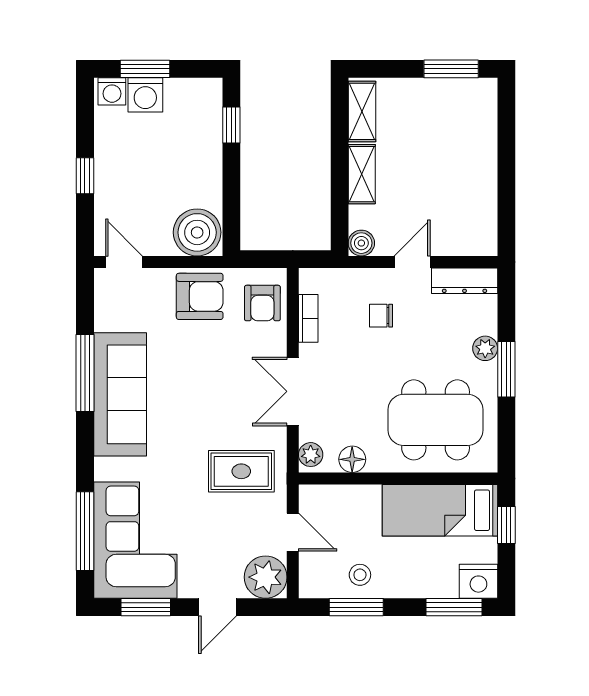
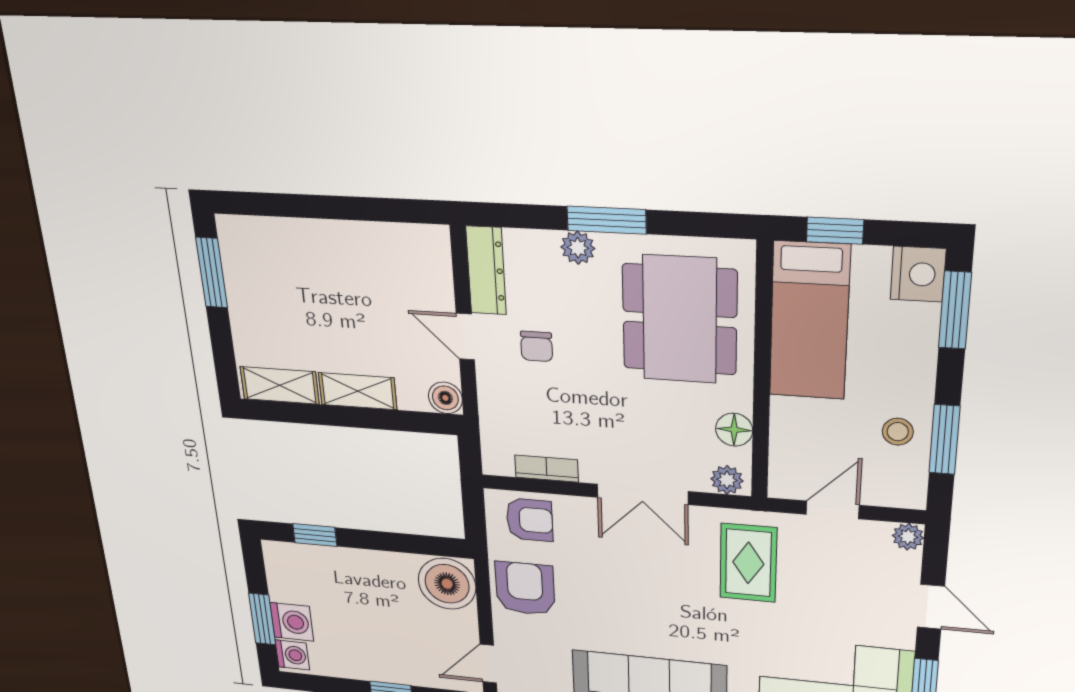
chair: (381, 316) -> (537, 346), moved
plant: (266, 577) -> (908, 537), width x0.53, depth x0.53

